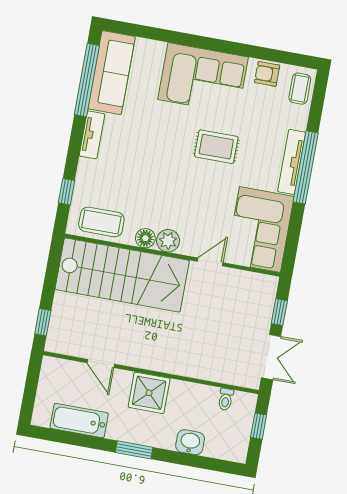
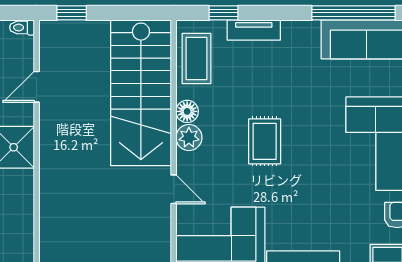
tv unit: (92, 135) -> (254, 30), moved
rug: (216, 147) -> (265, 141), moved
toilet: (226, 399) -> (22, 27), moved

